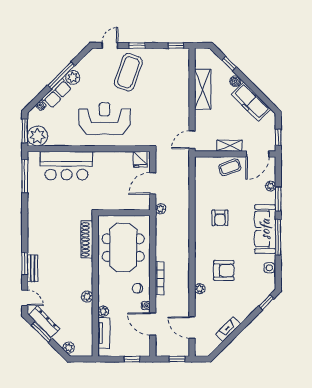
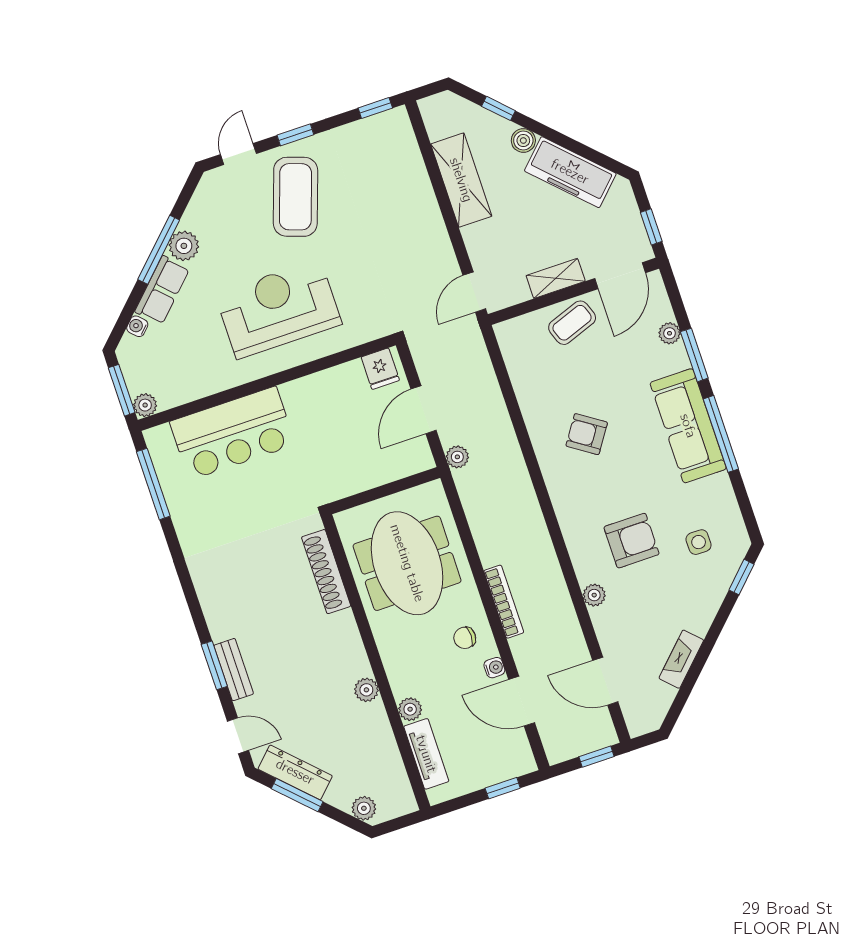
plant: (37, 136) -> (145, 405), width x0.53, depth x0.53
armchair: (220, 218) -> (587, 434), turned 124
side table: (269, 268) -> (699, 542), moved

